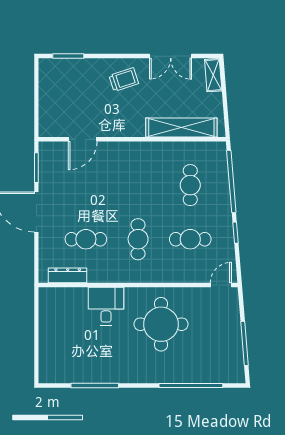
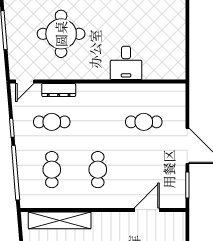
cafe table: (138, 239) -> (98, 170), moved
dresser: (68, 275) -> (59, 90), moved
round table: (161, 324) -> (61, 34), moved

